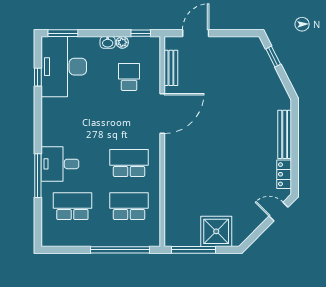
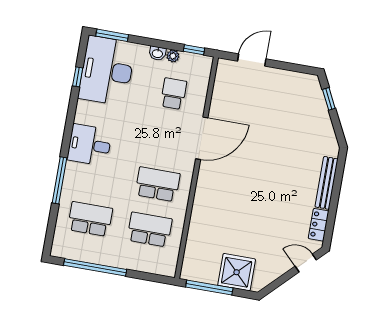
bench: (171, 68) -> (219, 92), removed
desk: (60, 164) -> (90, 145), moved
window: (120, 250) -> (95, 267), moved

